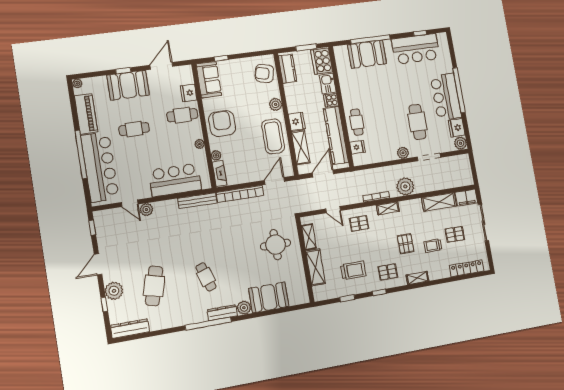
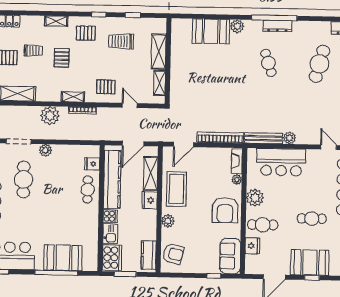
plant: (200, 144) -> (255, 198), width x1.87, depth x1.87
plant: (146, 210) -> (289, 138), moved
round table: (276, 245) -> (194, 81), removed
dresser: (222, 313) -> (277, 26), moved

